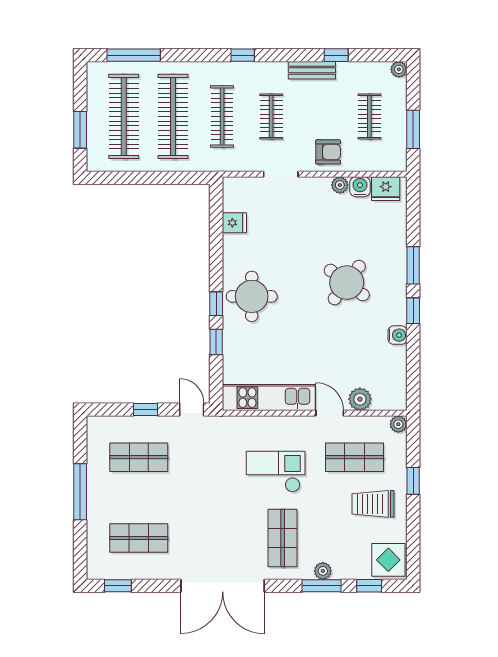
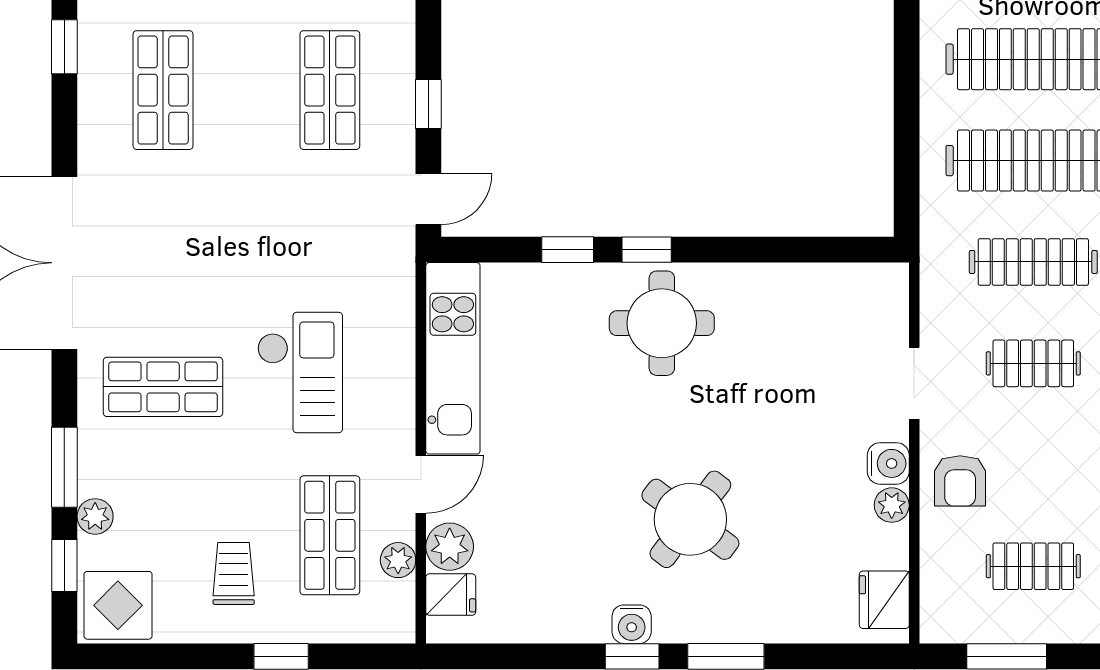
water cooler: (360, 187) -> (888, 463), moved
fridge: (234, 223) -> (451, 595), moved, turned -90
water cooler: (398, 335) -> (632, 624), moved
plant: (398, 424) -> (398, 560), moved
trolley: (373, 504) -> (234, 573), width x0.73, depth x0.72
plant: (323, 571) -> (95, 516), moved

